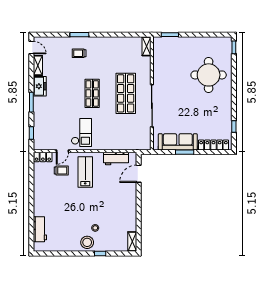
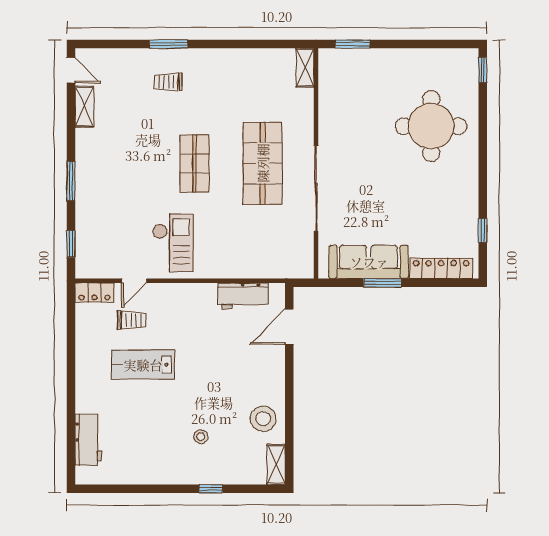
freezer: (40, 86) -> (88, 149), removed
lab bench: (85, 172) -> (143, 365), moved, turned -90
stool: (87, 242) -> (263, 419), moved

